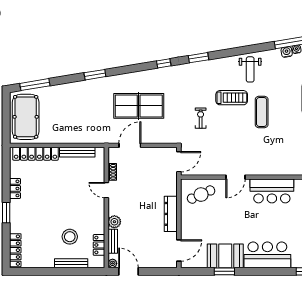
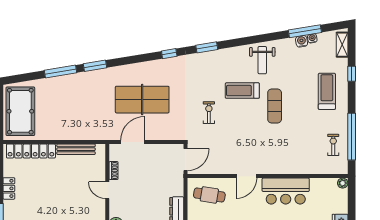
window: (35, 85) -> (61, 71), moved
treadmill: (232, 98) -> (242, 91), turned 180
cafe table: (201, 195) -> (209, 195), turned 33

